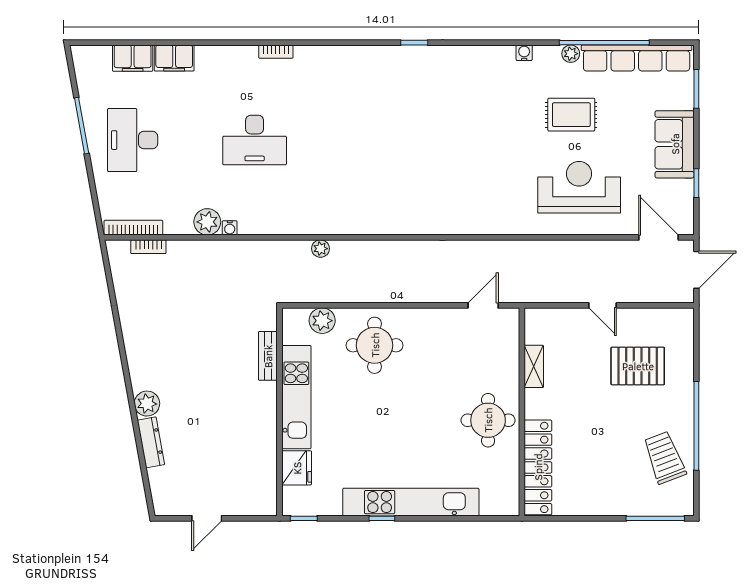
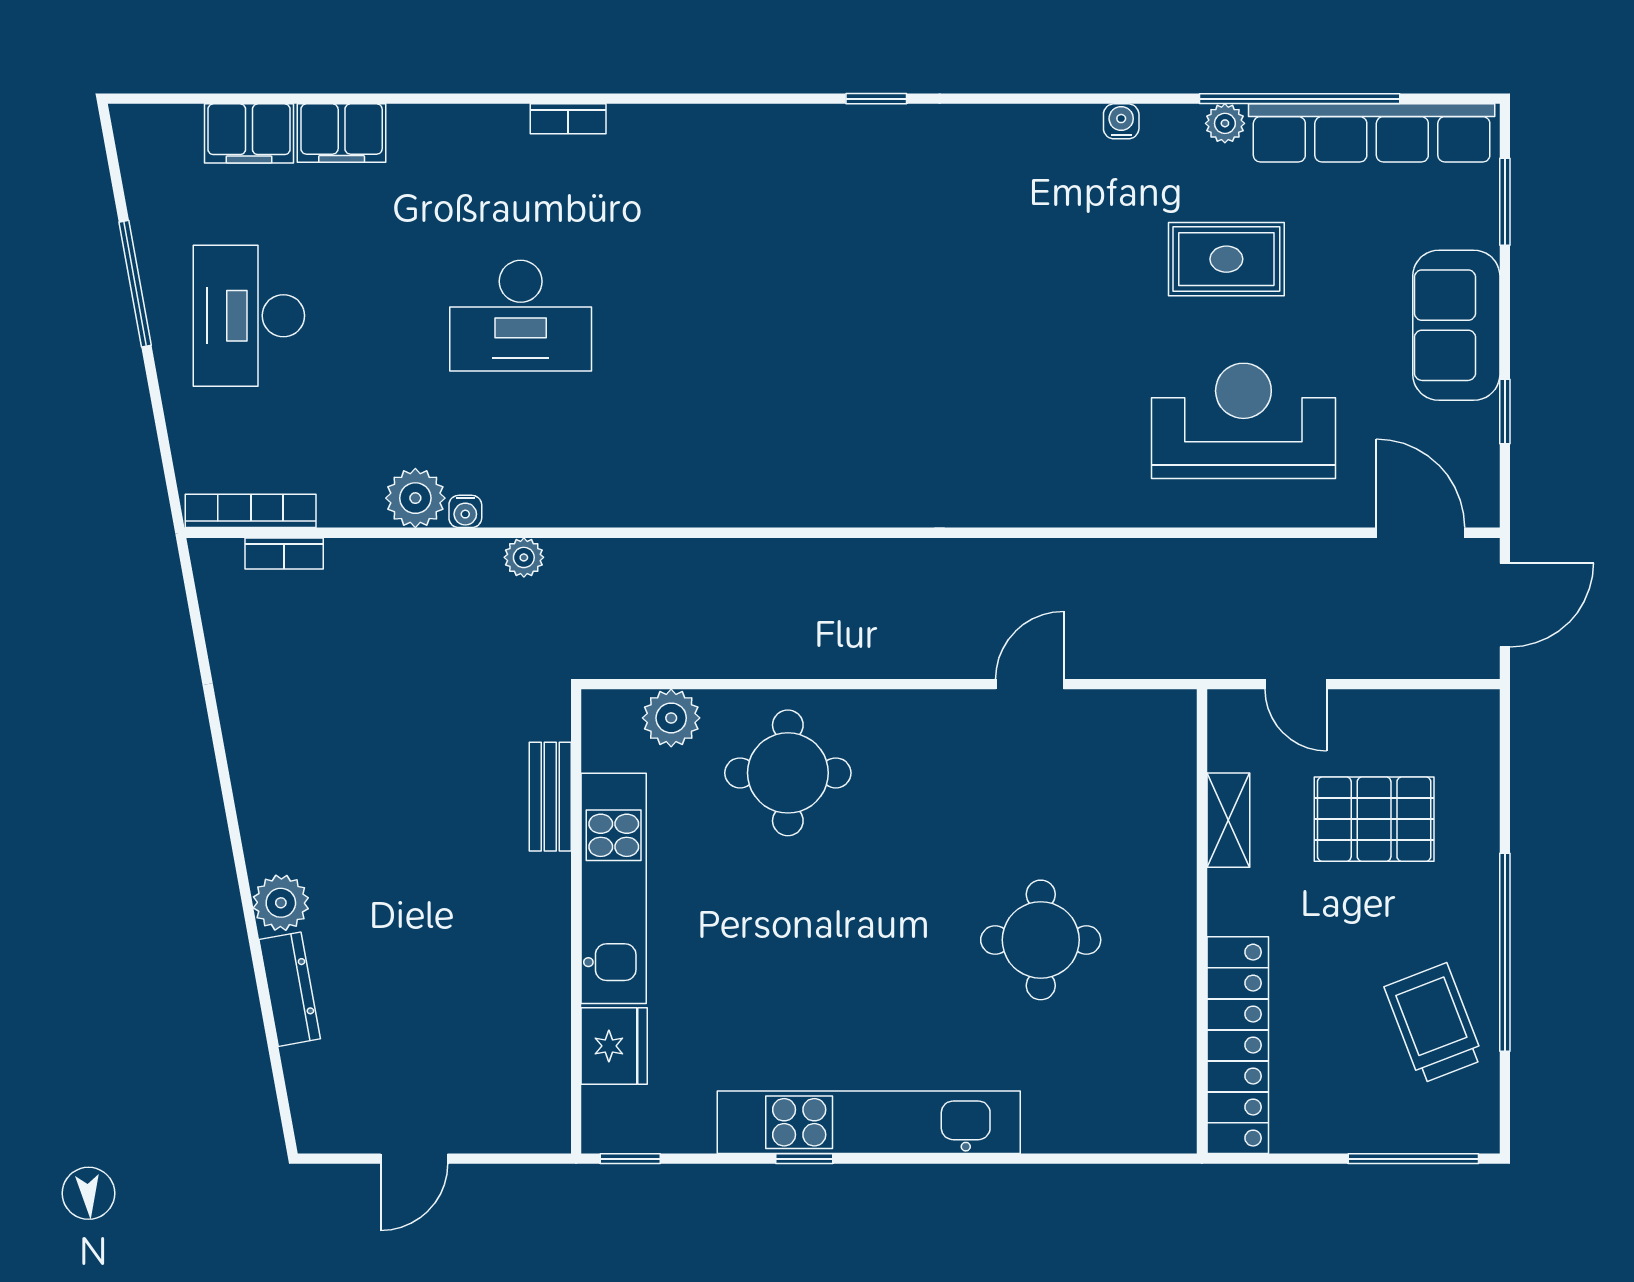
plant: (320, 249) -> (524, 557), moved
shelving: (534, 366) -> (1228, 820), moved
wall: (522, 412) -> (1202, 921), moved
locker: (538, 467) -> (1238, 1045), moved

